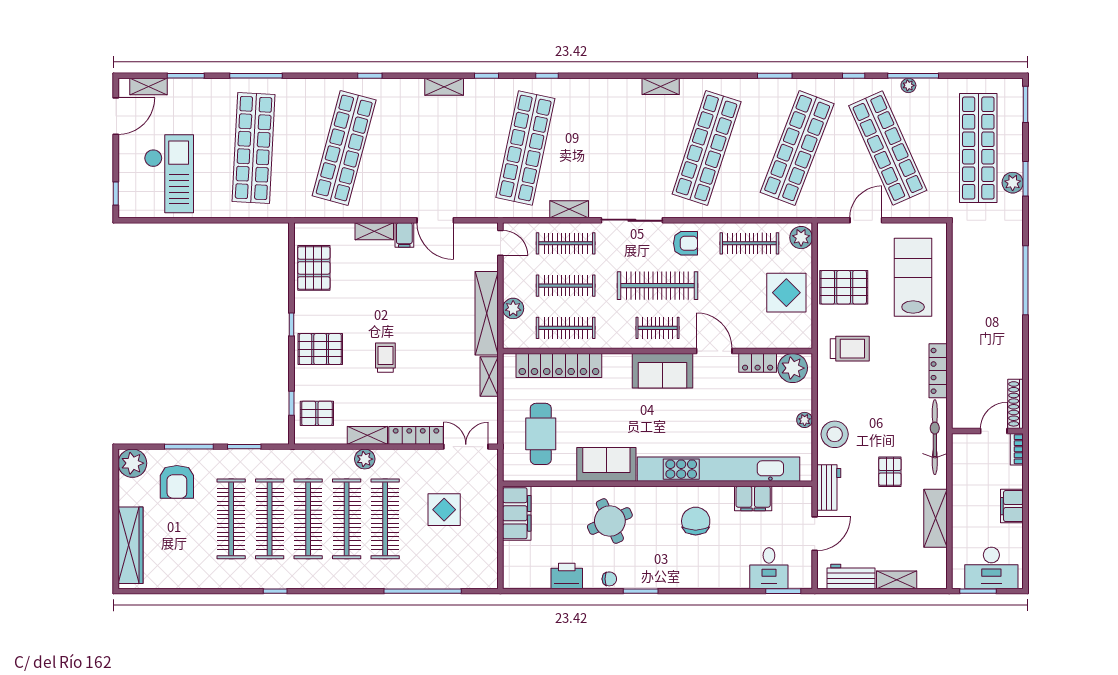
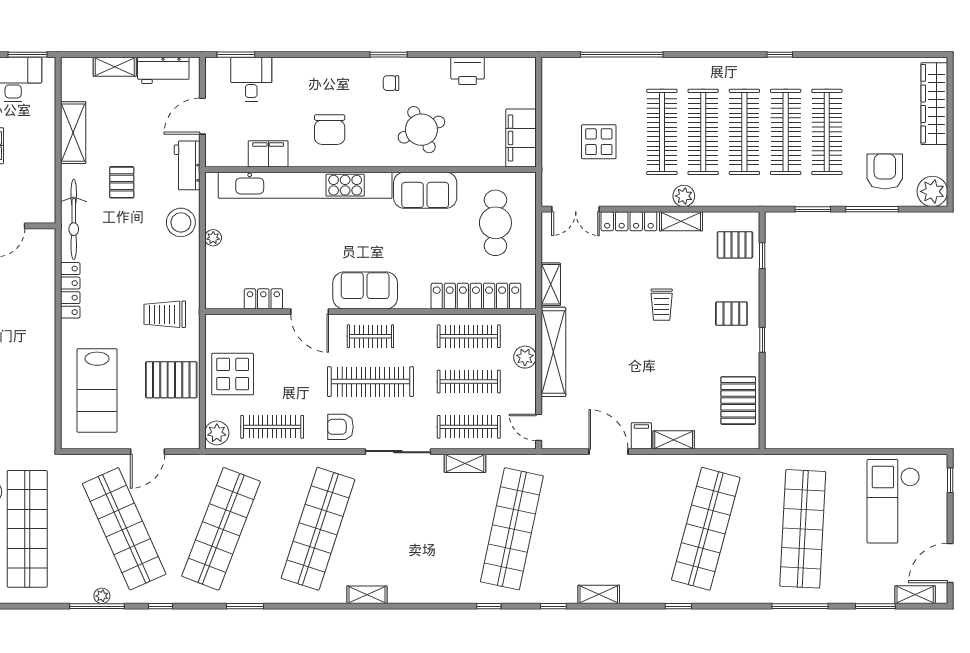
pallet: (320, 349) -> (731, 314), width x0.67, depth x0.71
plant: (793, 368) -> (226, 293), removed
chair: (609, 579) -> (391, 83), moved

